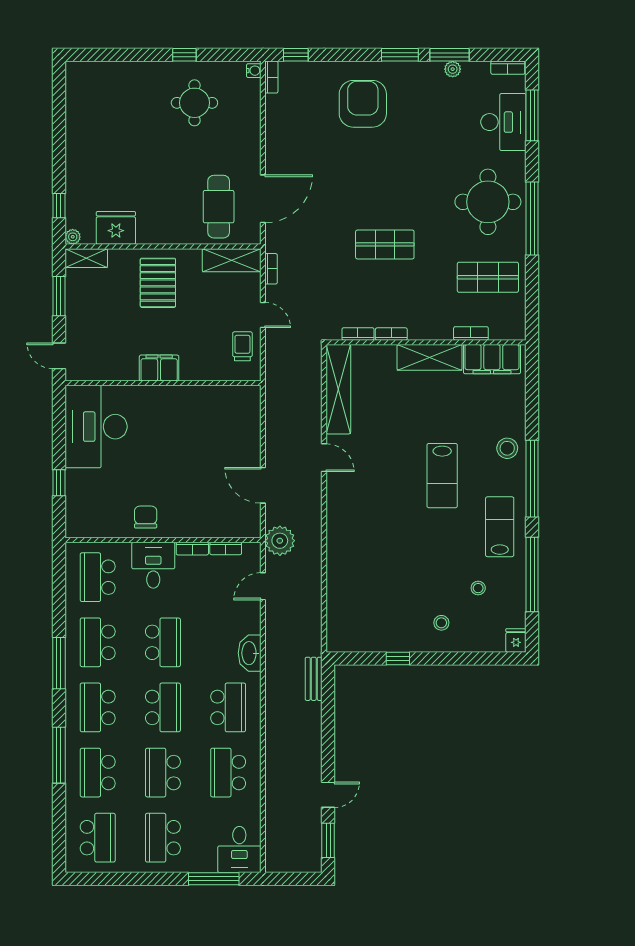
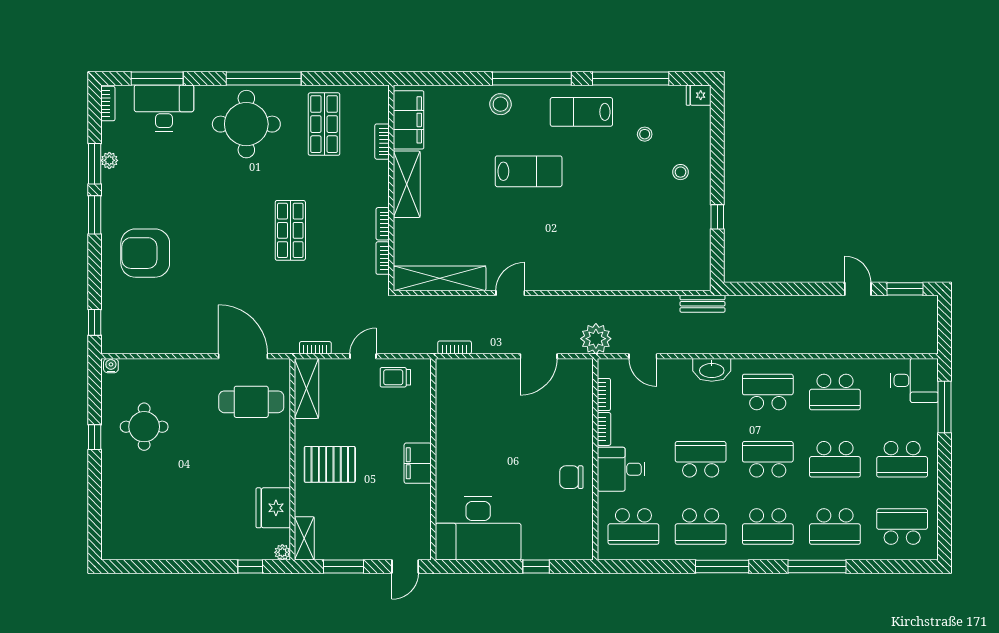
bookcase: (271, 77) -> (455, 347), moved
bench: (314, 679) -> (702, 304), moved

